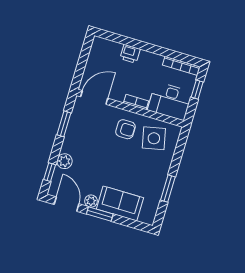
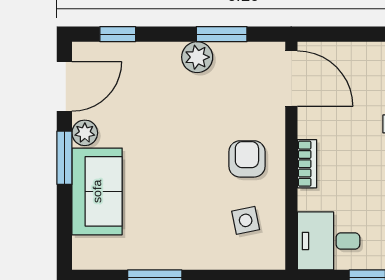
desk: (170, 101) -> (329, 241), width x0.73
armchair: (125, 129) -> (247, 159), turned 180
side table: (154, 138) -> (246, 220), width x0.54, depth x0.54
plant: (64, 161) -> (197, 57), moved

